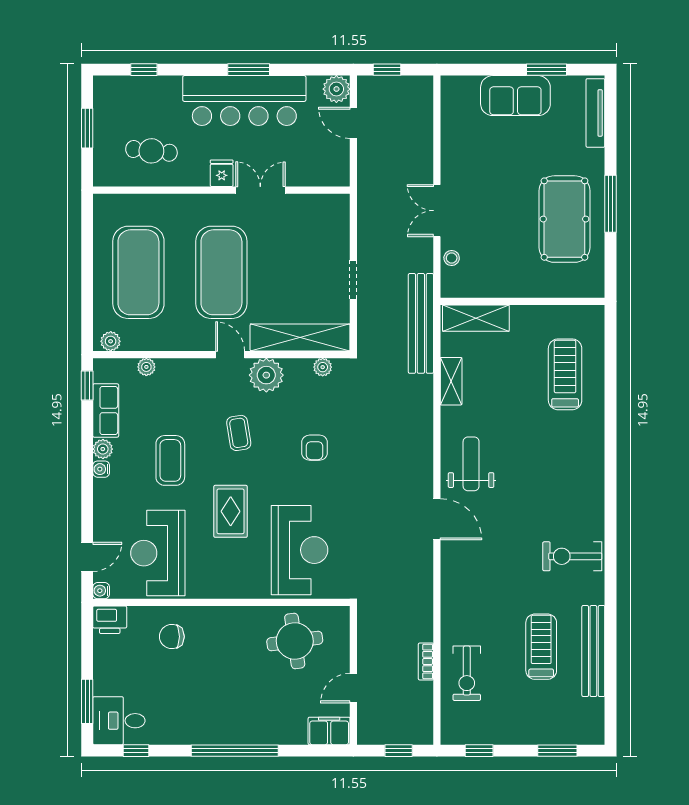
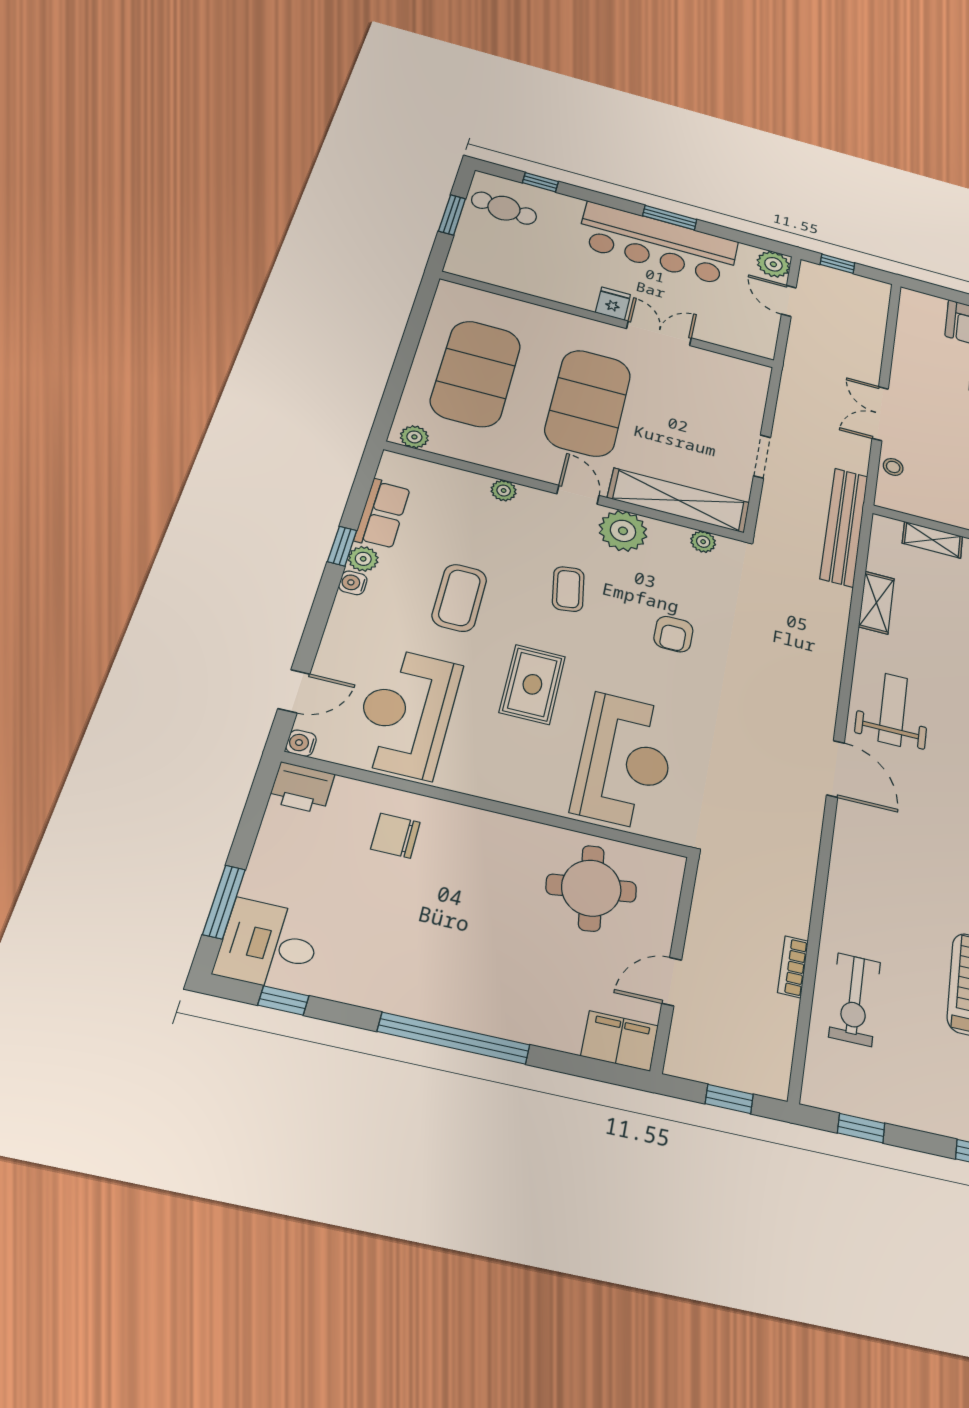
cafe table: (151, 151) -> (504, 208), moved
shelving: (476, 318) -> (932, 540), width x0.67, depth x0.75
plant: (146, 367) -> (504, 491), moved
window: (87, 385) -> (342, 546), moved

